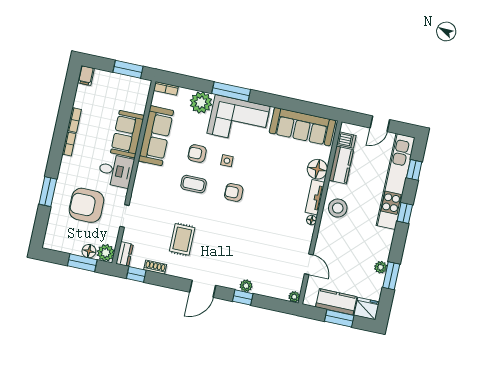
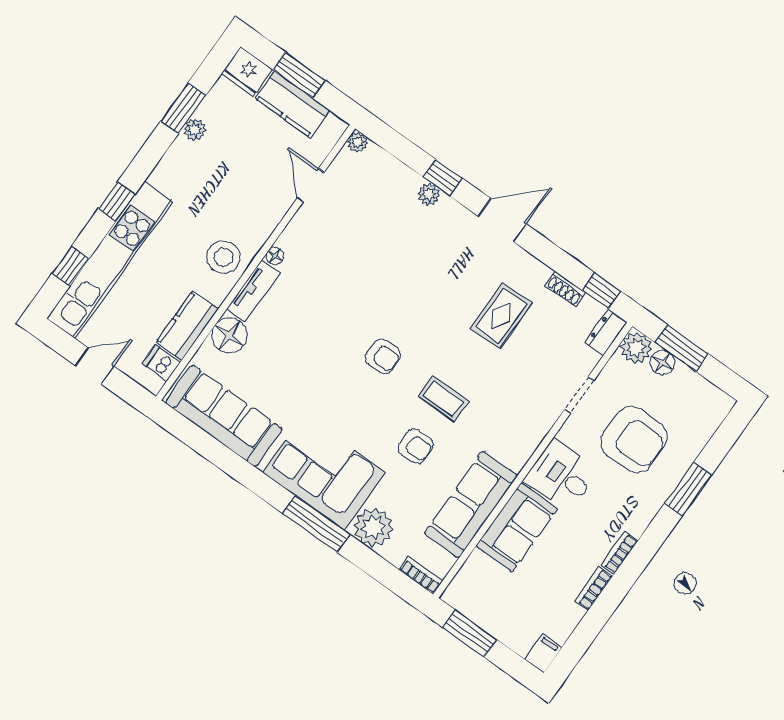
side table: (227, 161) -> (372, 413), removed

